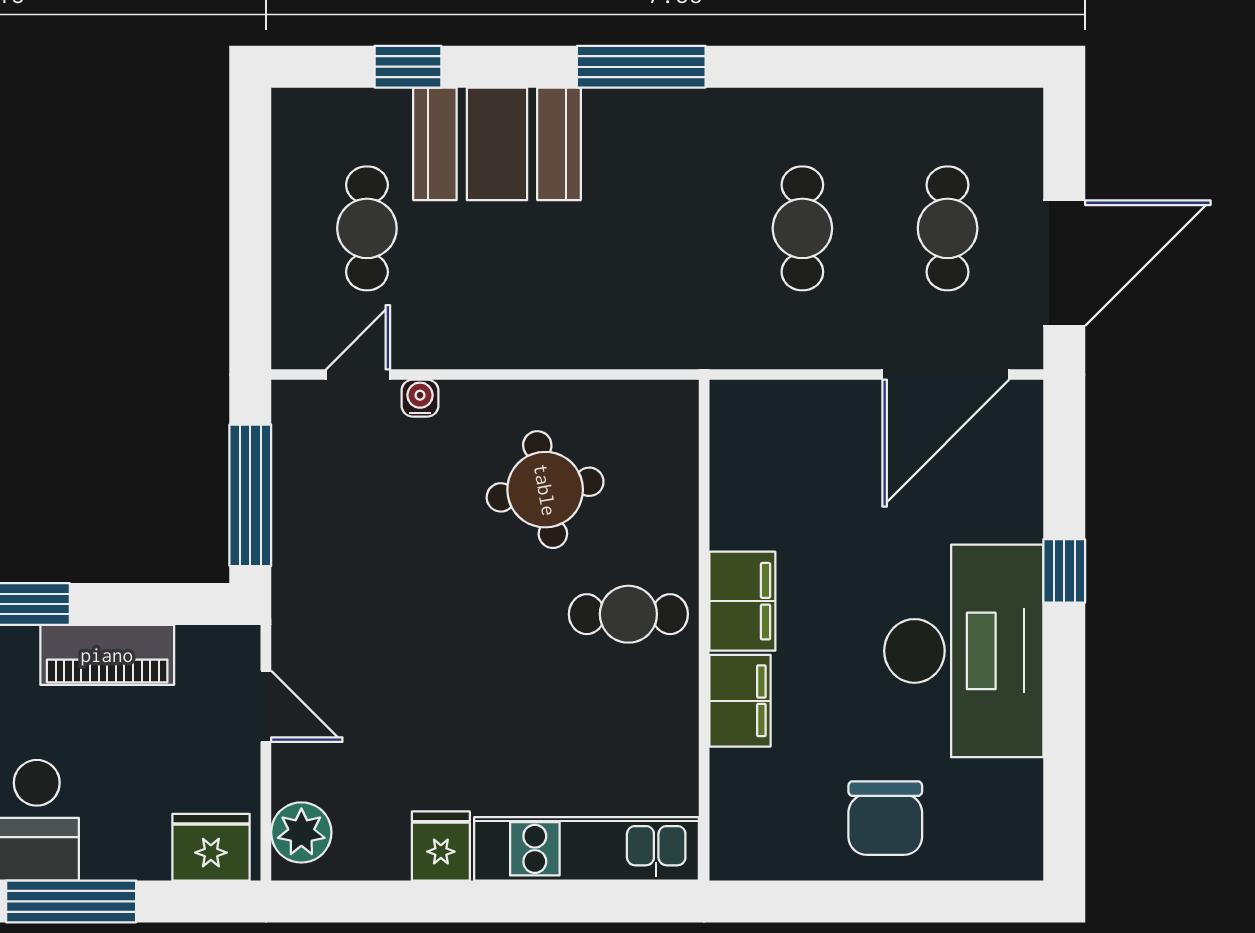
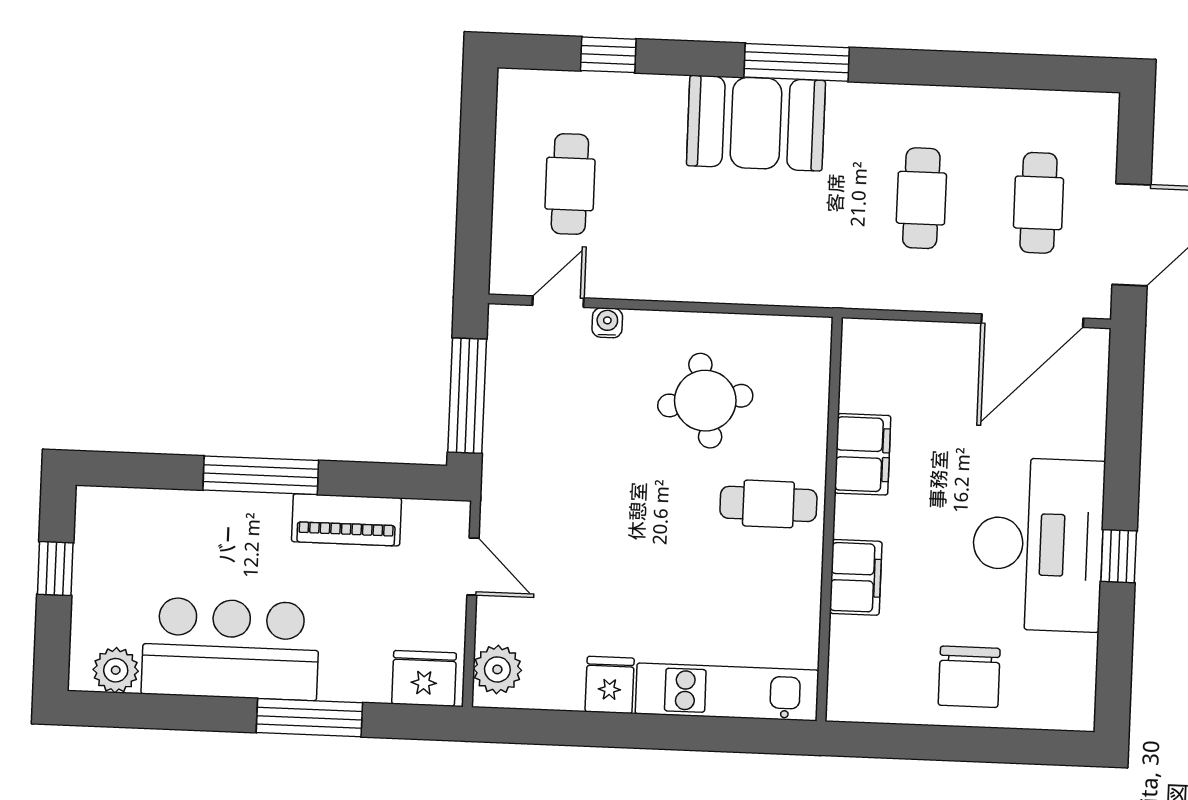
booth: (497, 144) -> (756, 123), moved
window: (1064, 571) -> (1119, 556), moved
filing cabinet: (742, 601) -> (863, 454), moved

